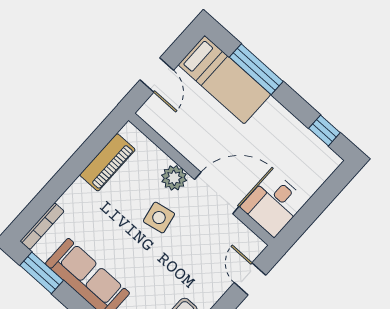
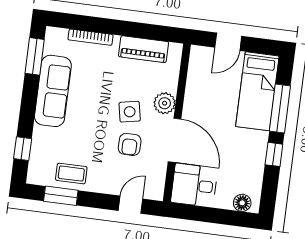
window: (324, 131) -> (274, 154), moved
floor lamp: (323, 169) -> (242, 203), added
bookcase: (42, 226) -> (91, 37), moved
armchair: (191, 239) -> (130, 144), added

